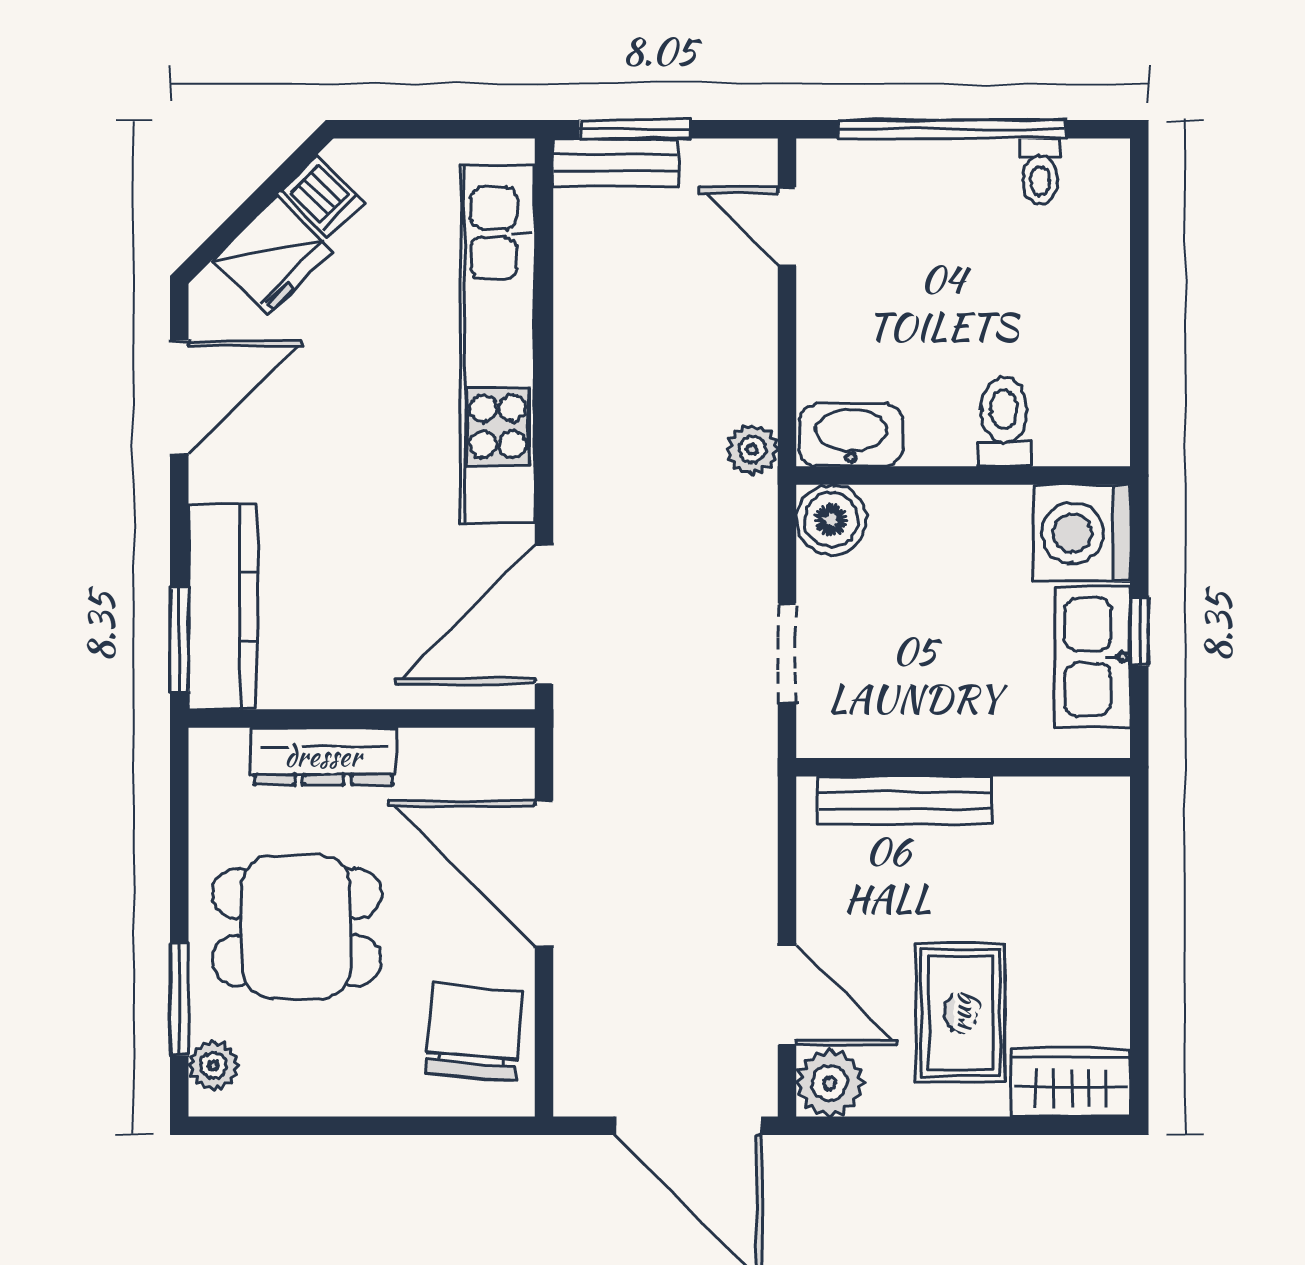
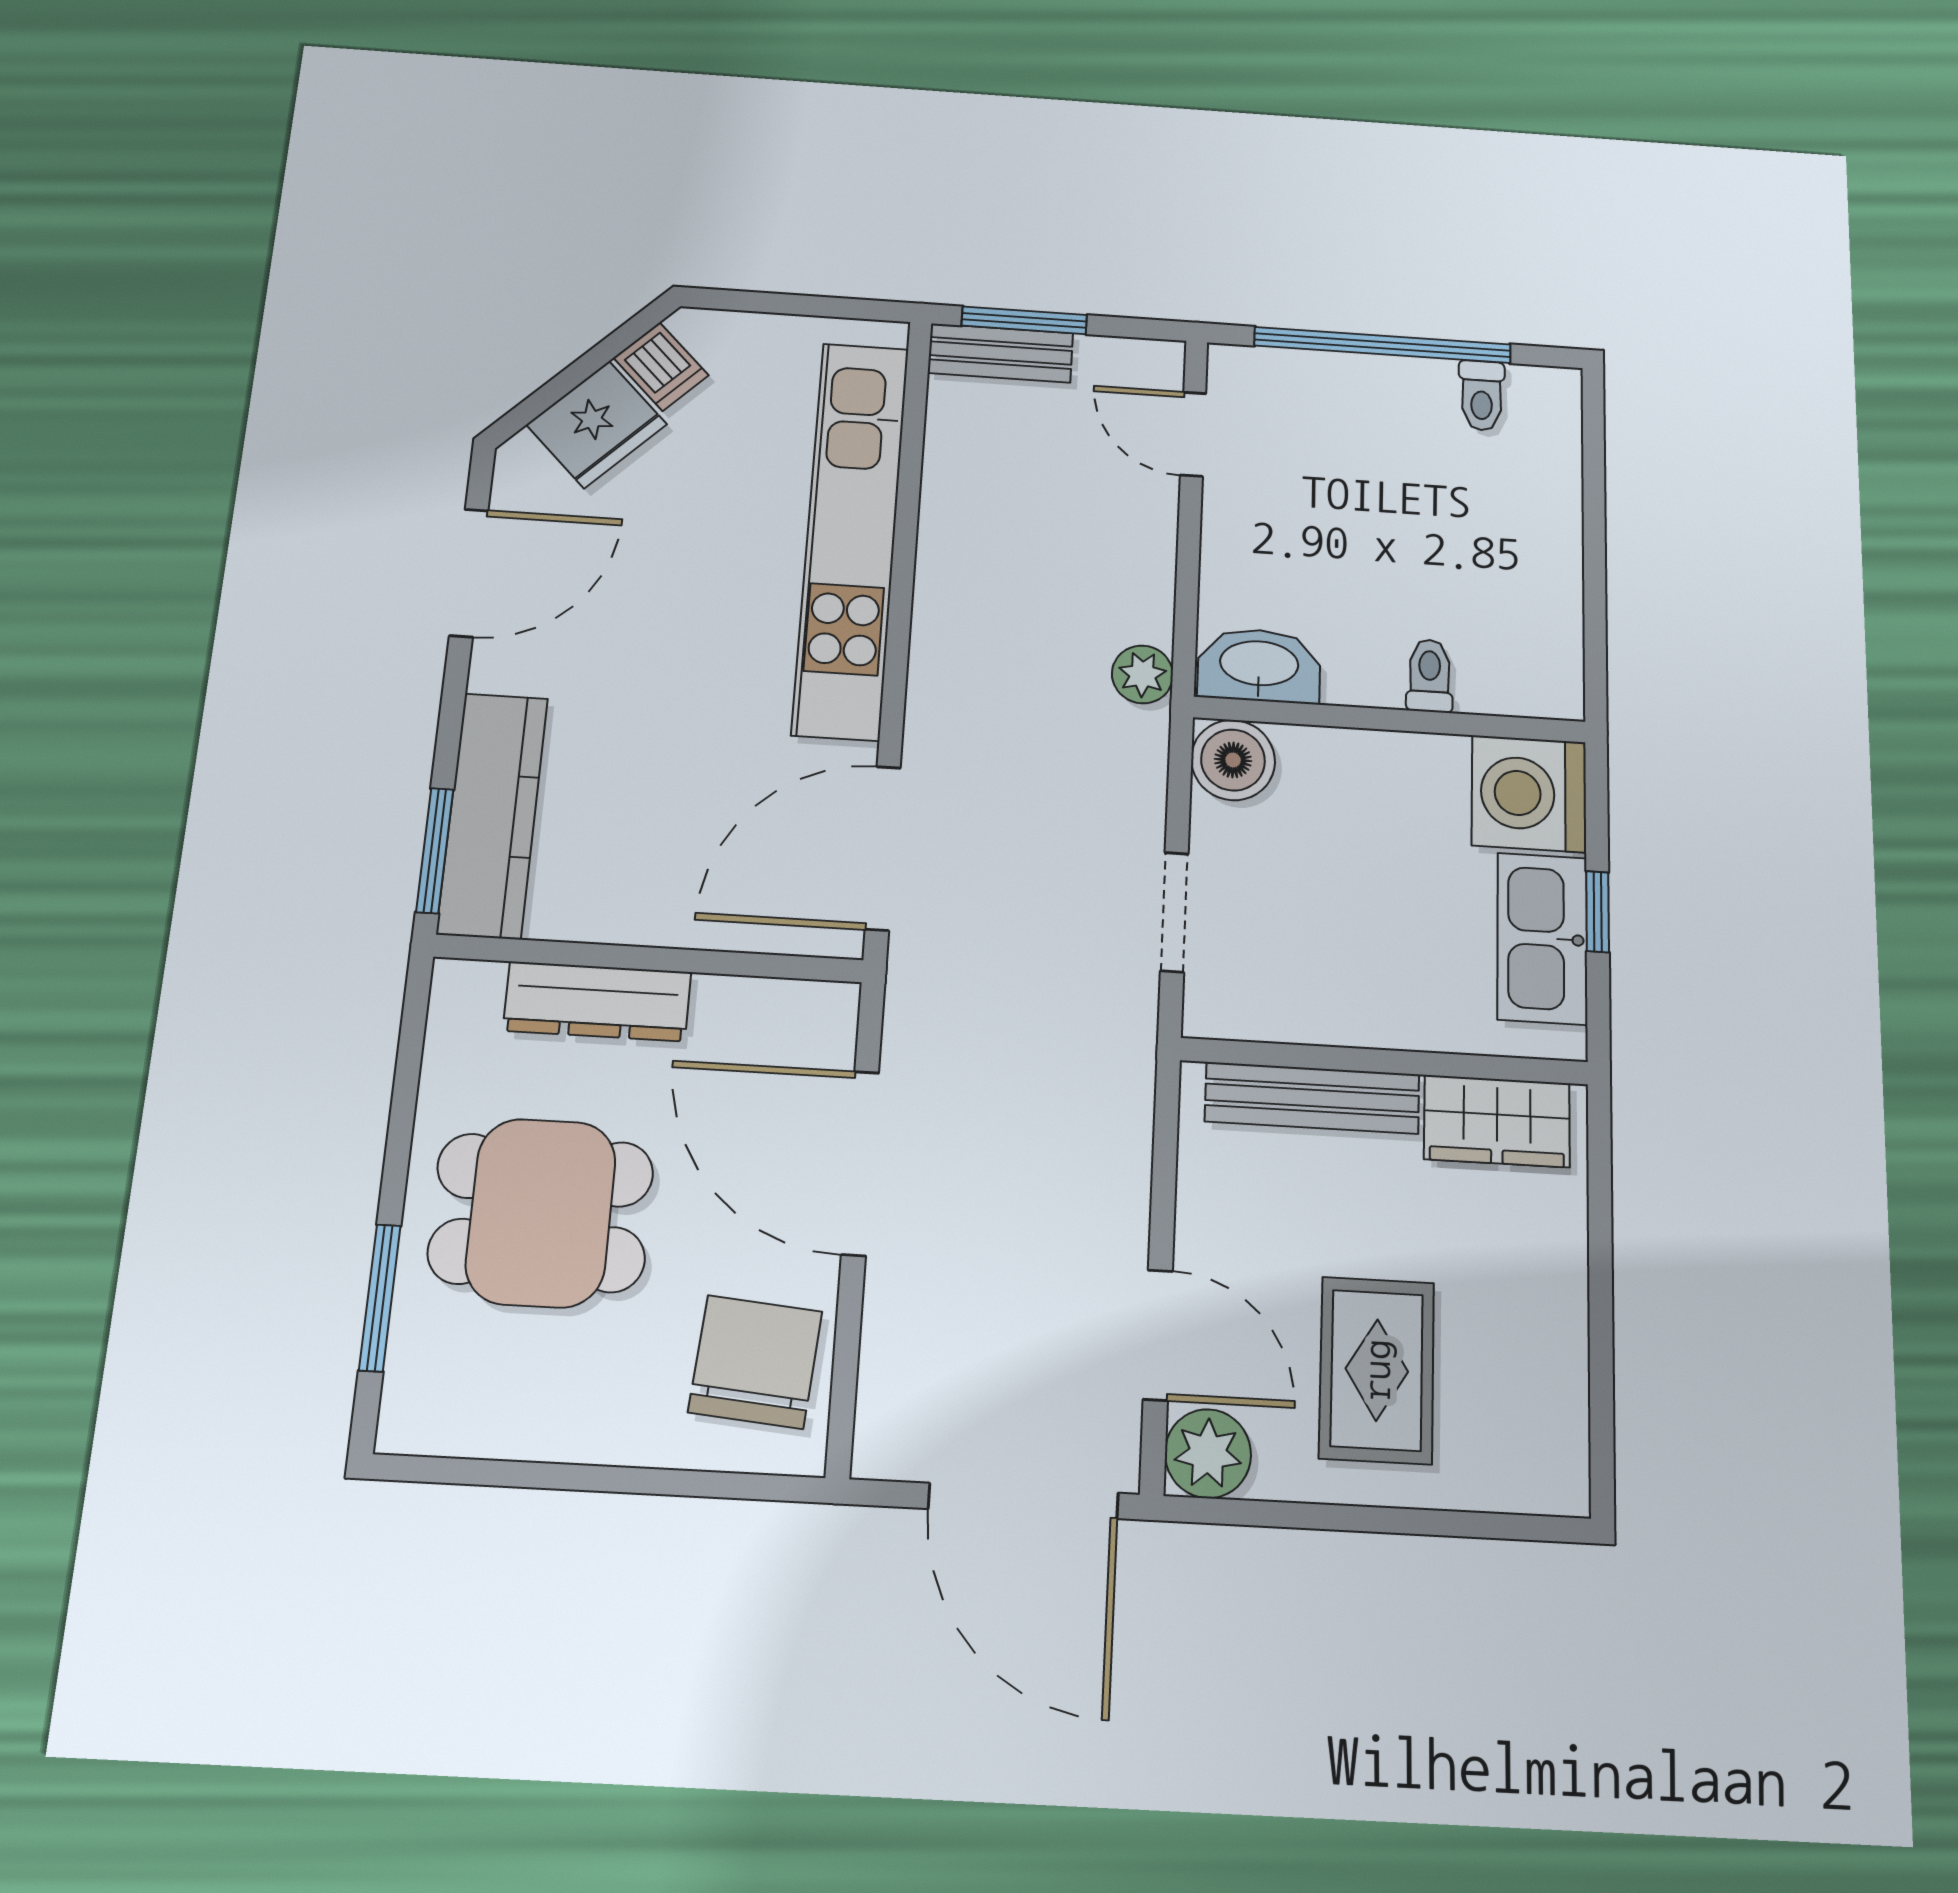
toilet: (1004, 422) -> (1430, 676), width x0.73, depth x0.72
plant: (213, 1066) -> (414, 1388), removed
wardrobe: (1071, 1082) -> (1497, 1121), moved, turned 180

